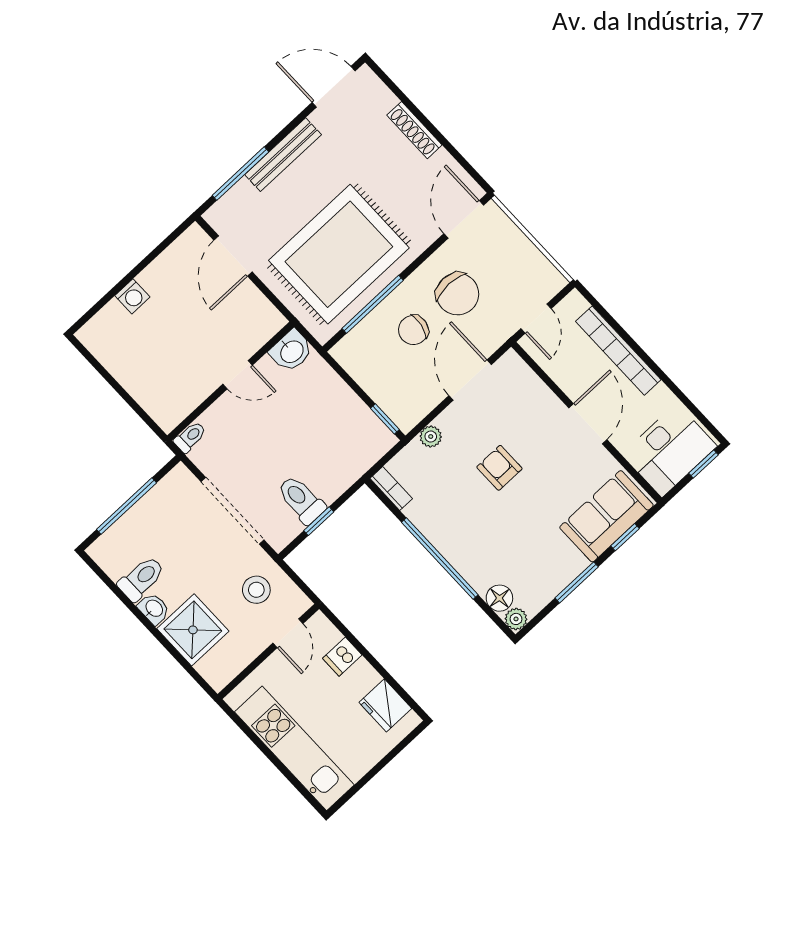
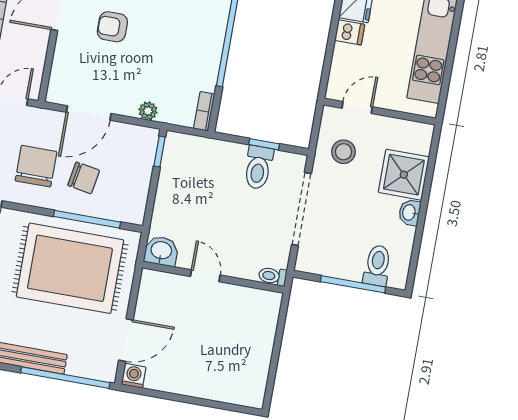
window: (241, 174) -> (65, 378), width x1.46
washing machine: (132, 296) -> (134, 376), moved
armchair: (499, 468) -> (112, 27), moved, turned 90
toilet: (141, 579) -> (377, 266), moved, turned 90
dishwasher: (342, 657) -> (350, 32), moved

